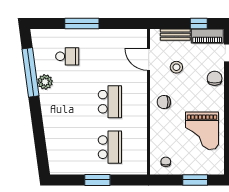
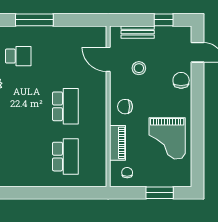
piano: (207, 36) -> (117, 143), moved, turned -90
window: (97, 180) -> (52, 193), removed

